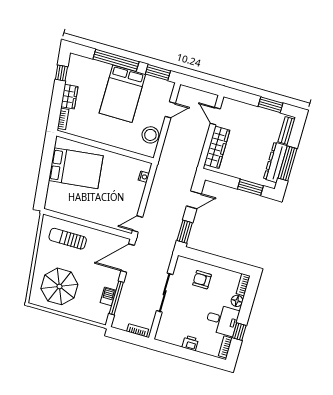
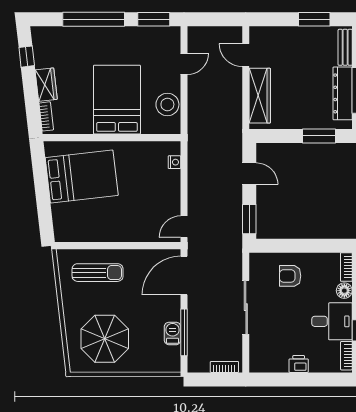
bed: (122, 94) -> (117, 100), moved, turned 180
door: (194, 200) -> (249, 174), hinge flipped
sun lounger: (68, 239) -> (98, 273), turned 180

